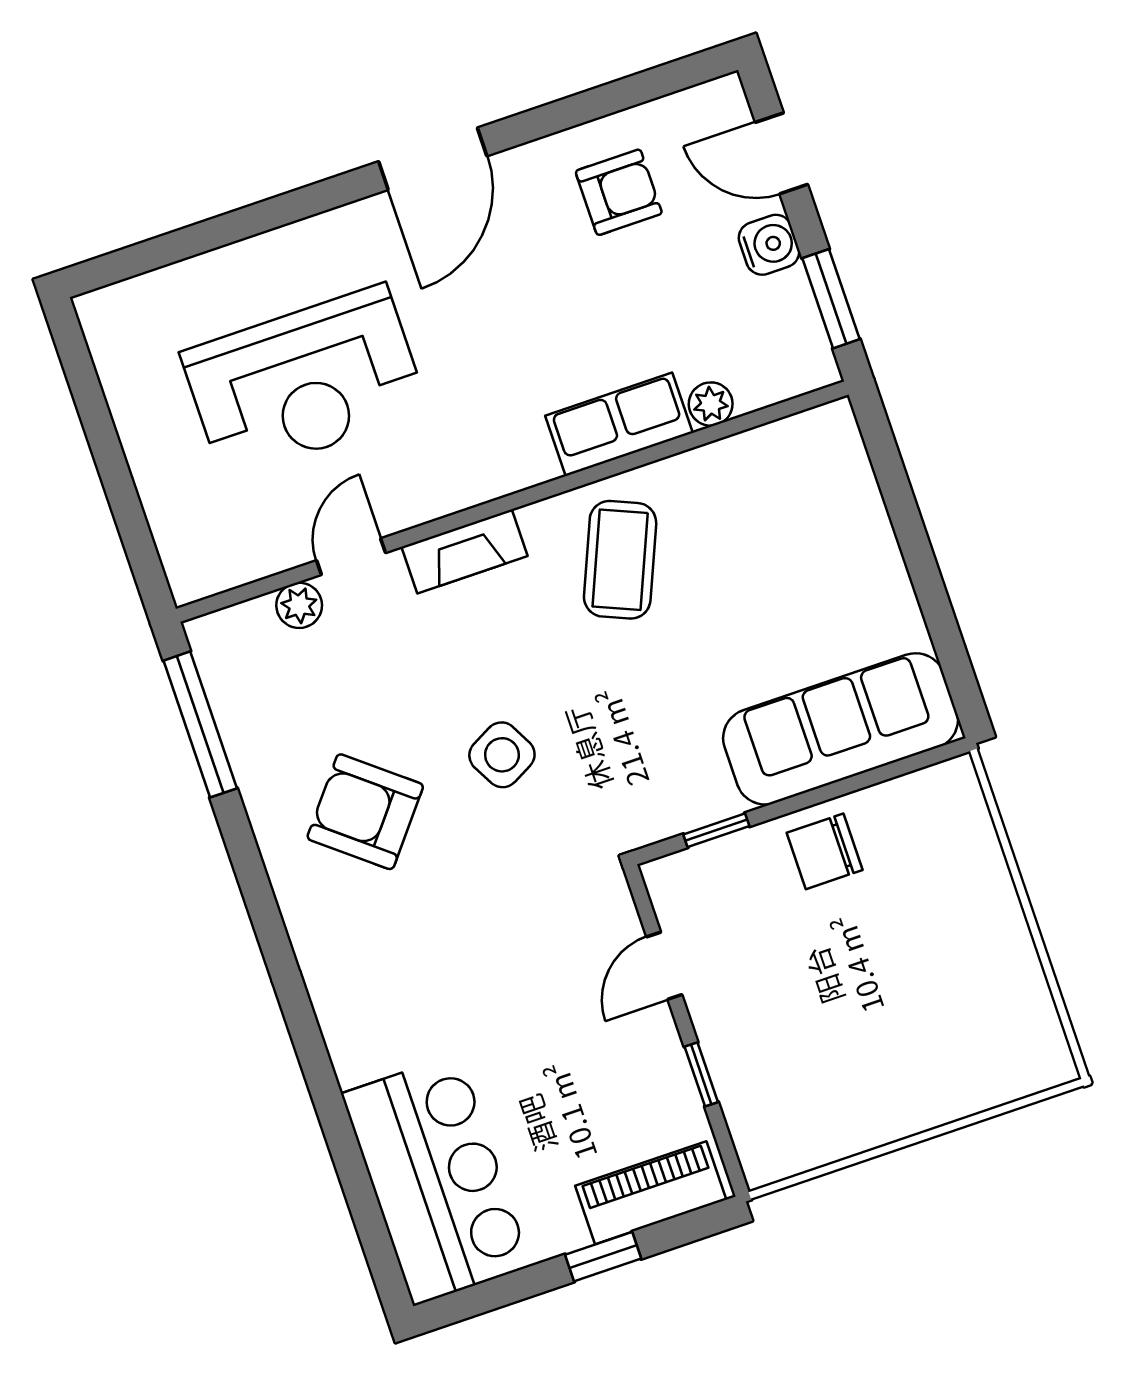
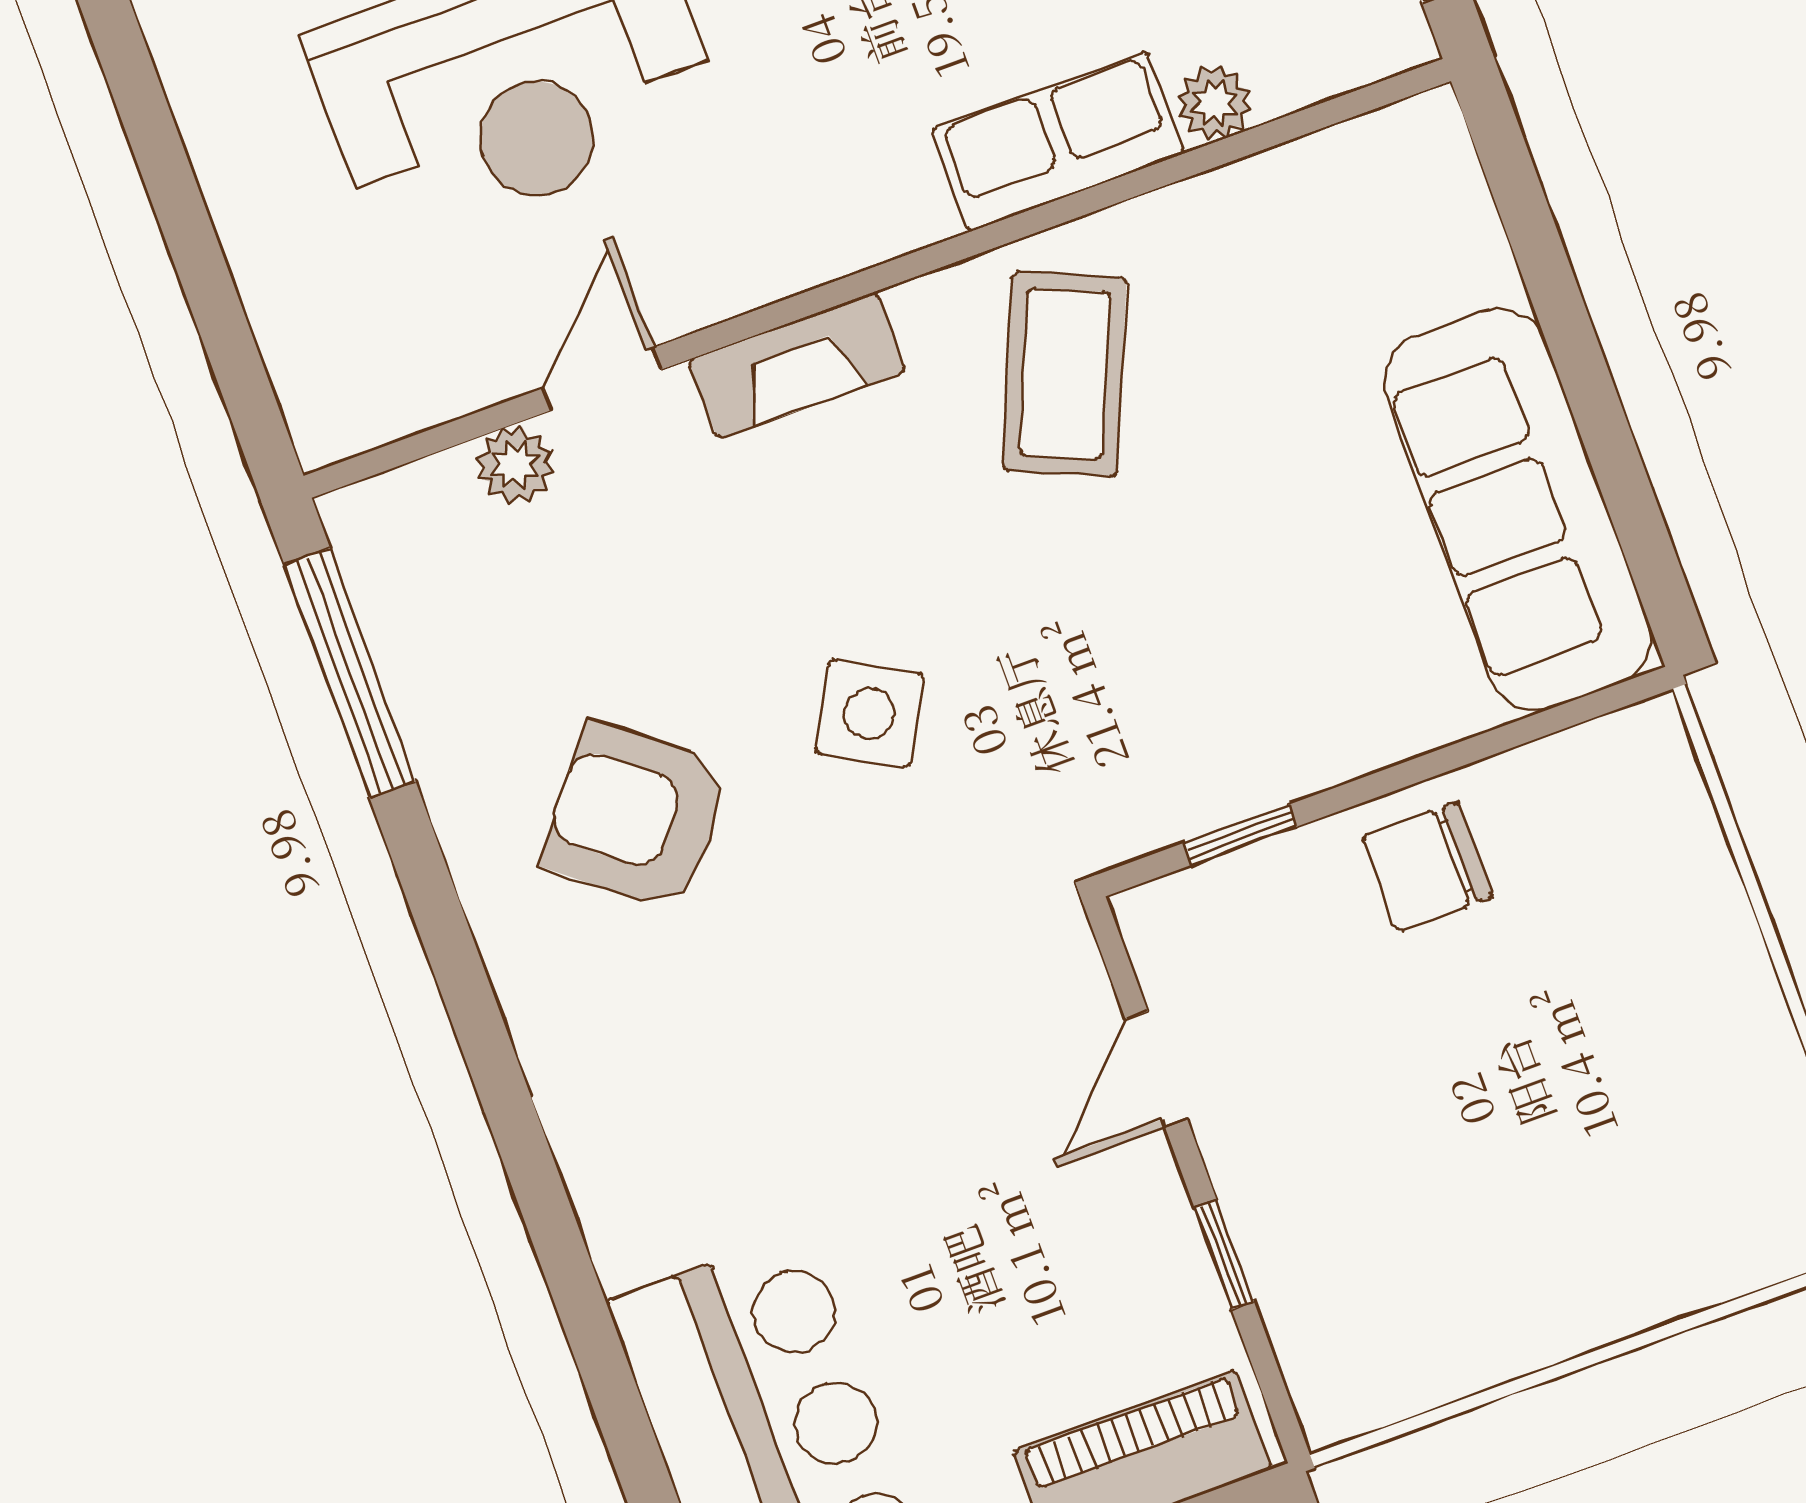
sofa: (841, 729) -> (1518, 509), moved, turned -90
side table: (502, 755) -> (869, 713), turned -33

